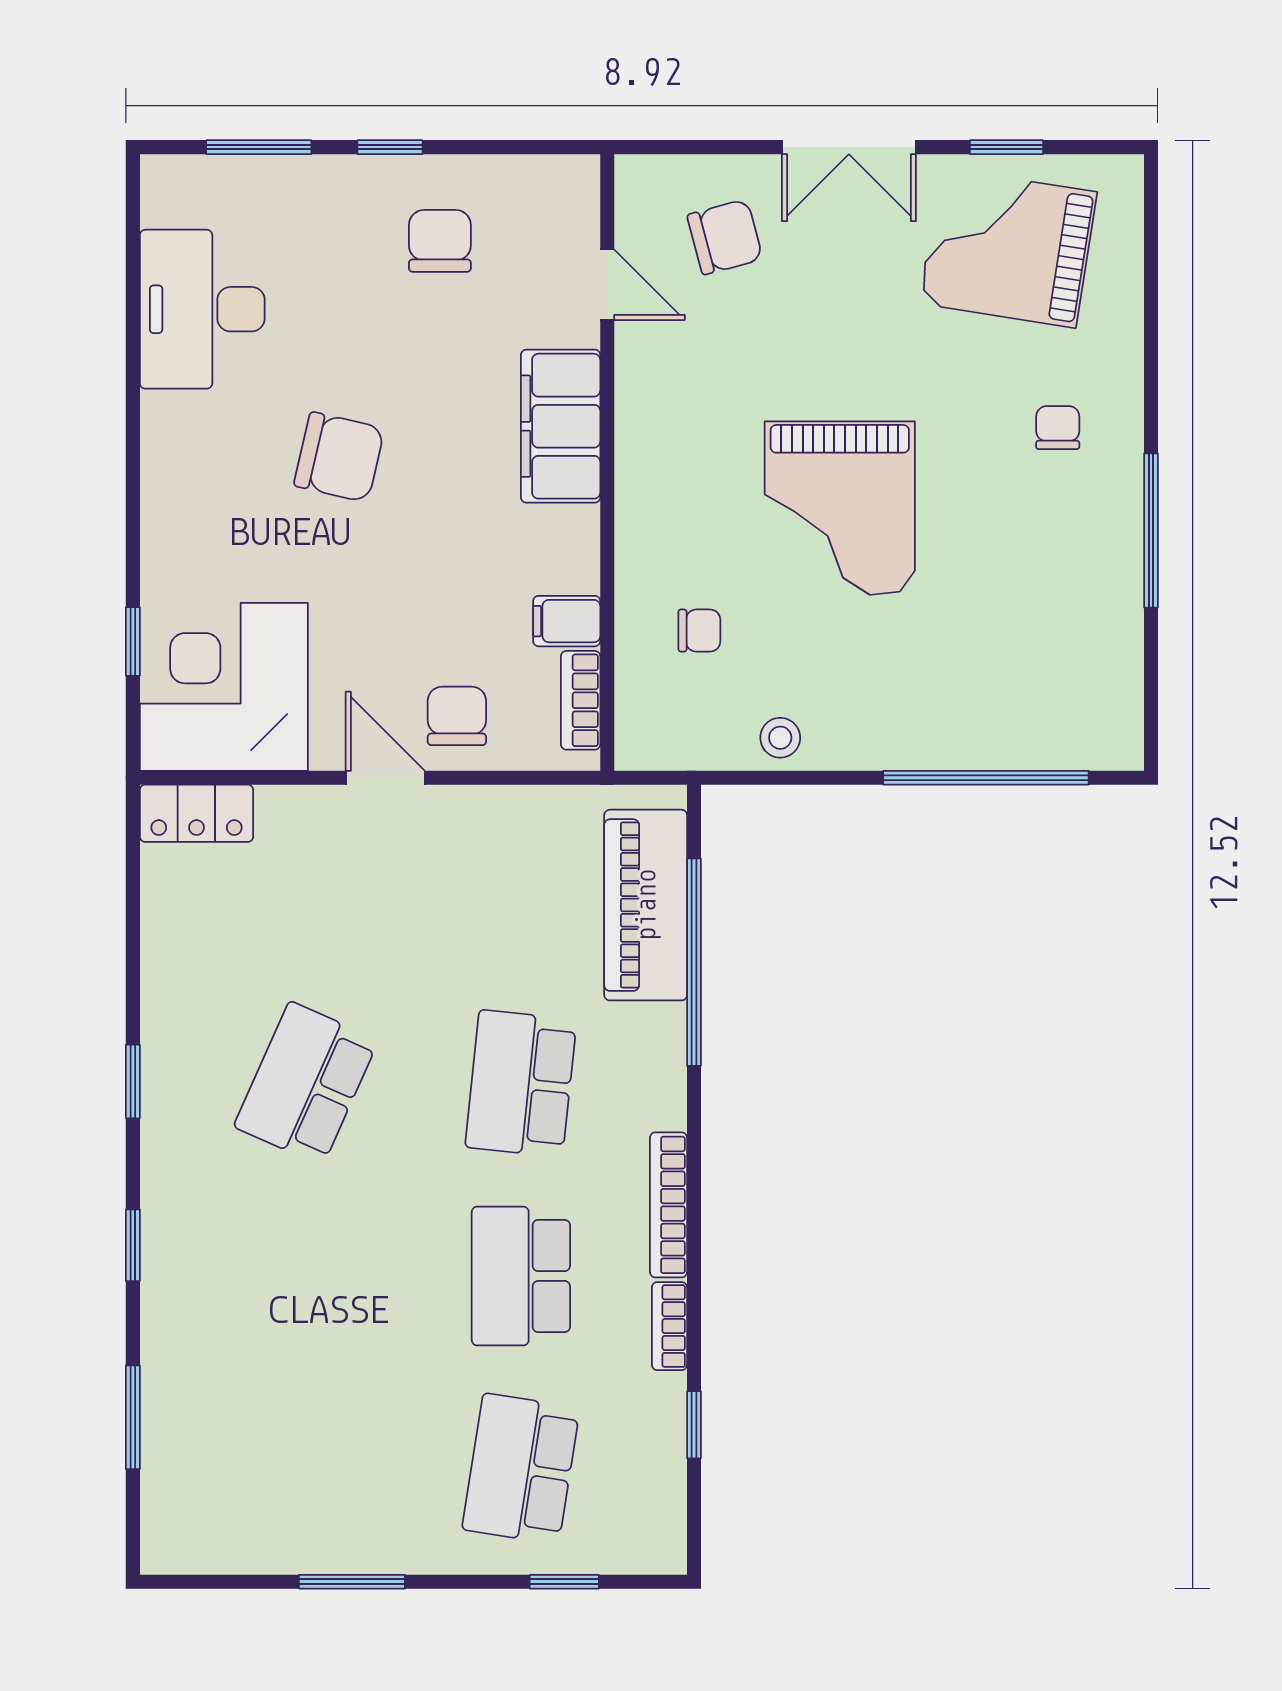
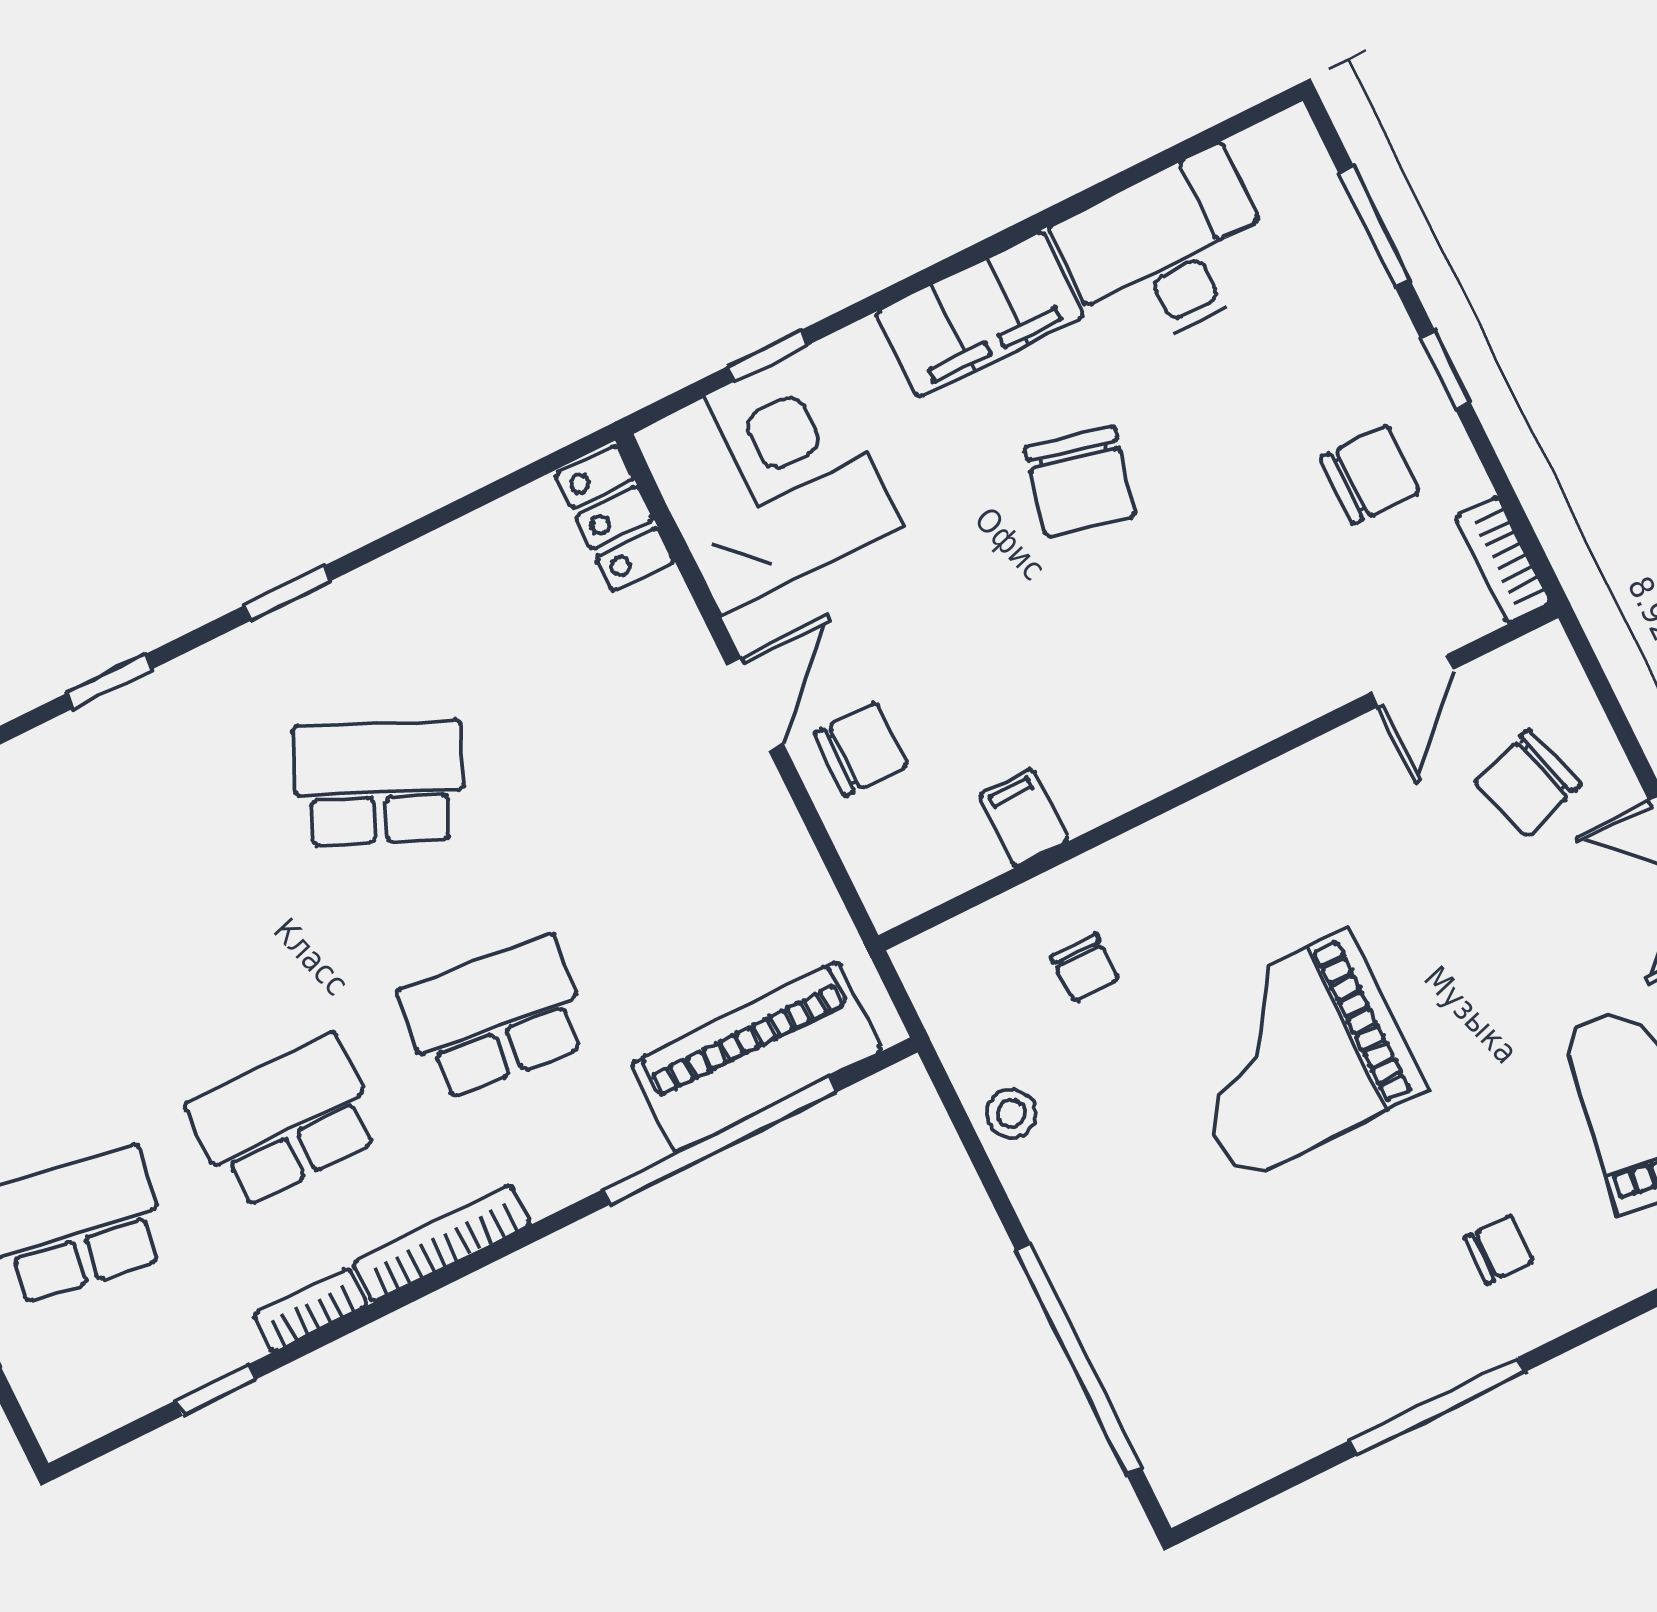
chair: (725, 237) -> (1528, 783), turned 87
filing cabinet: (561, 426) -> (980, 314), moved, turned 180
bookcase: (581, 700) -> (1503, 560), moved, turned -90

